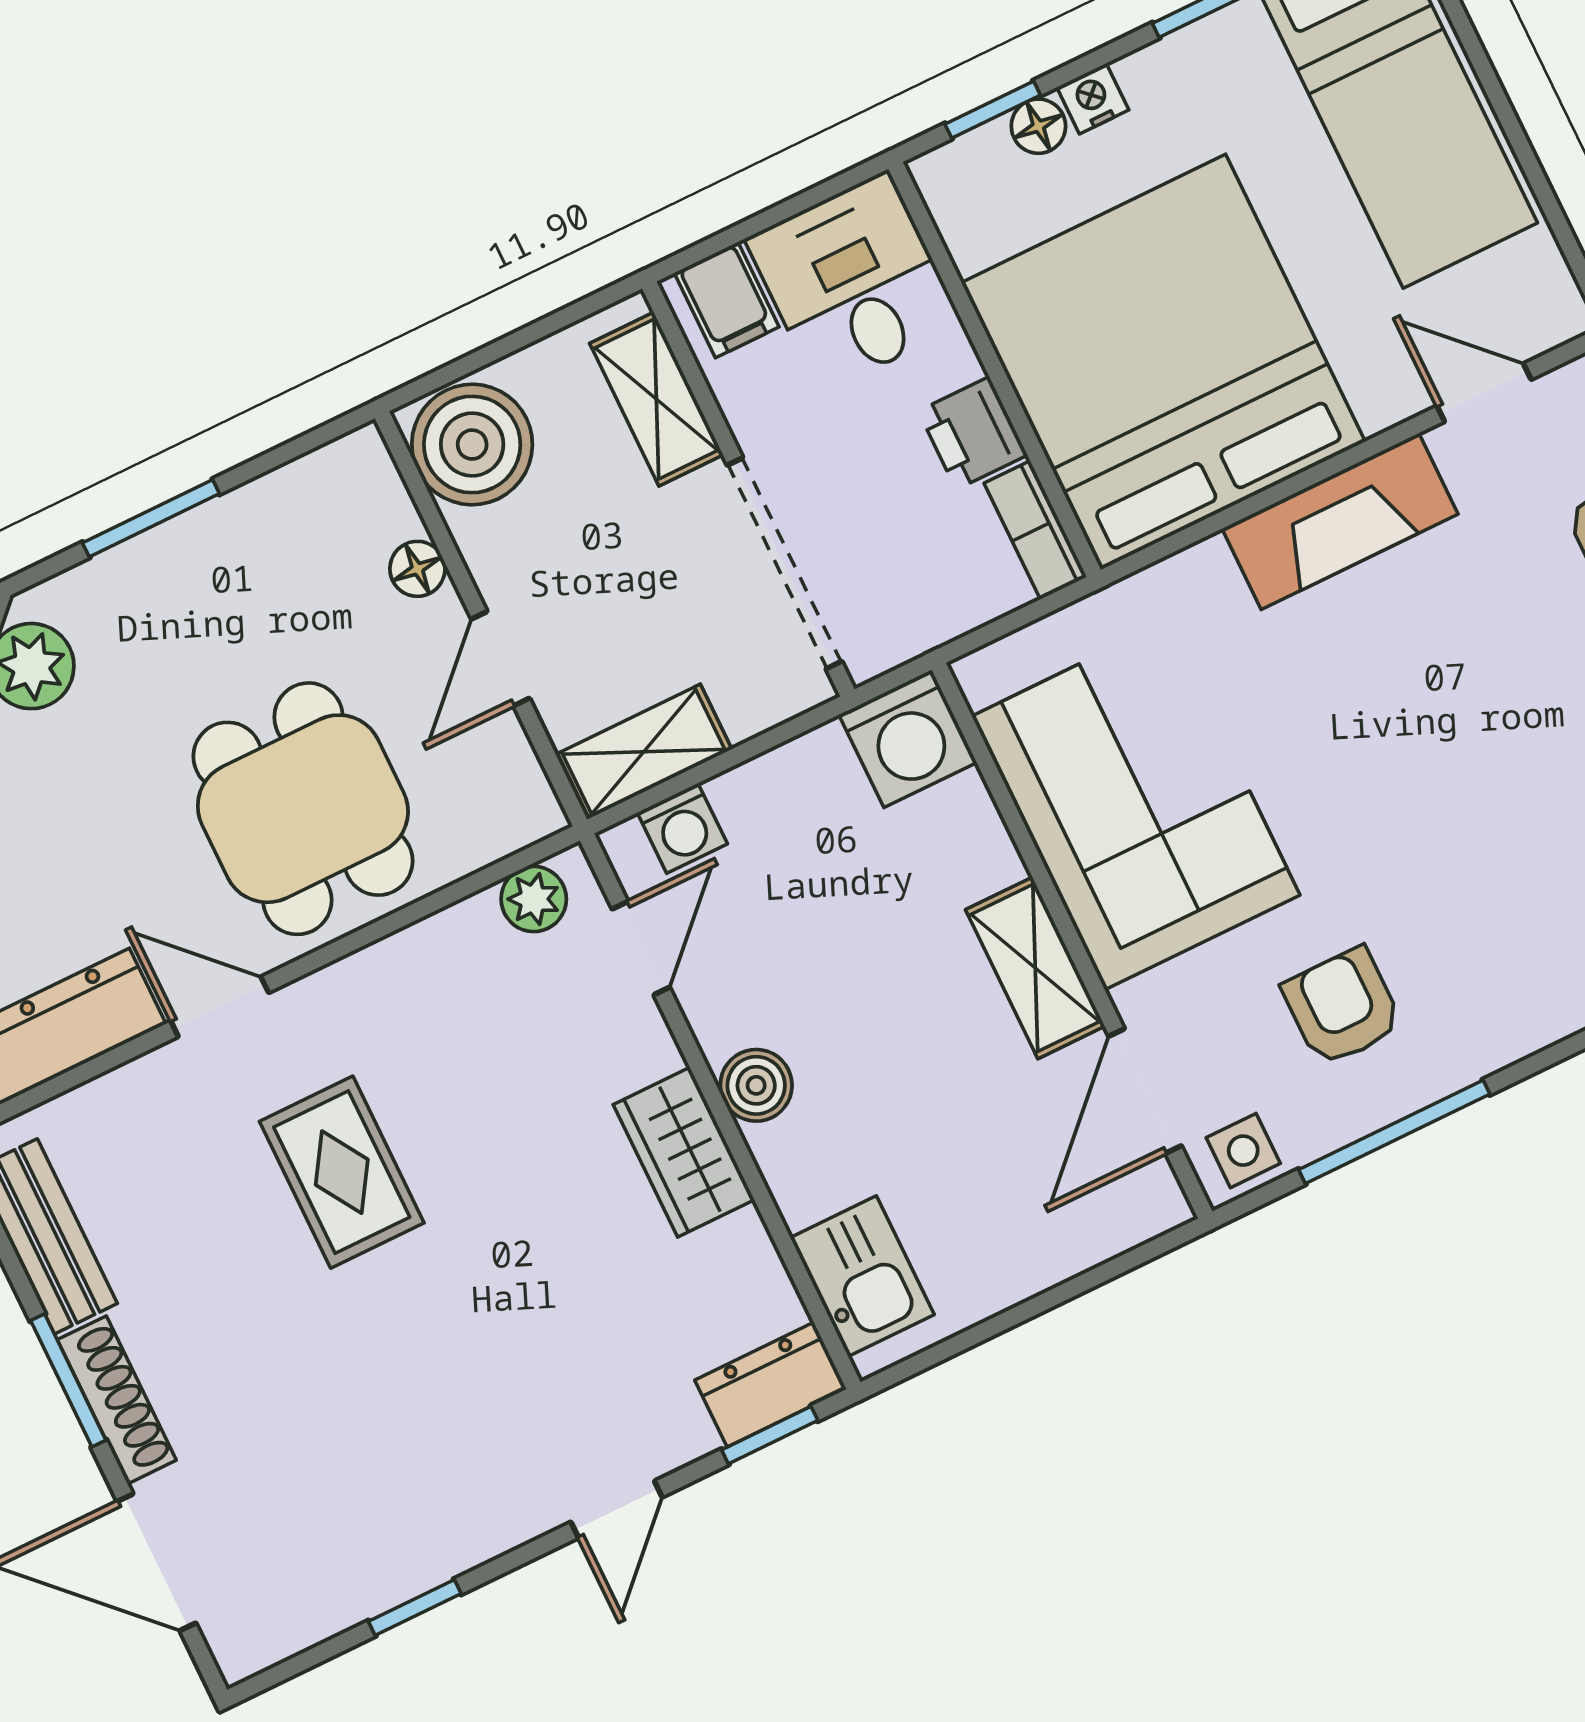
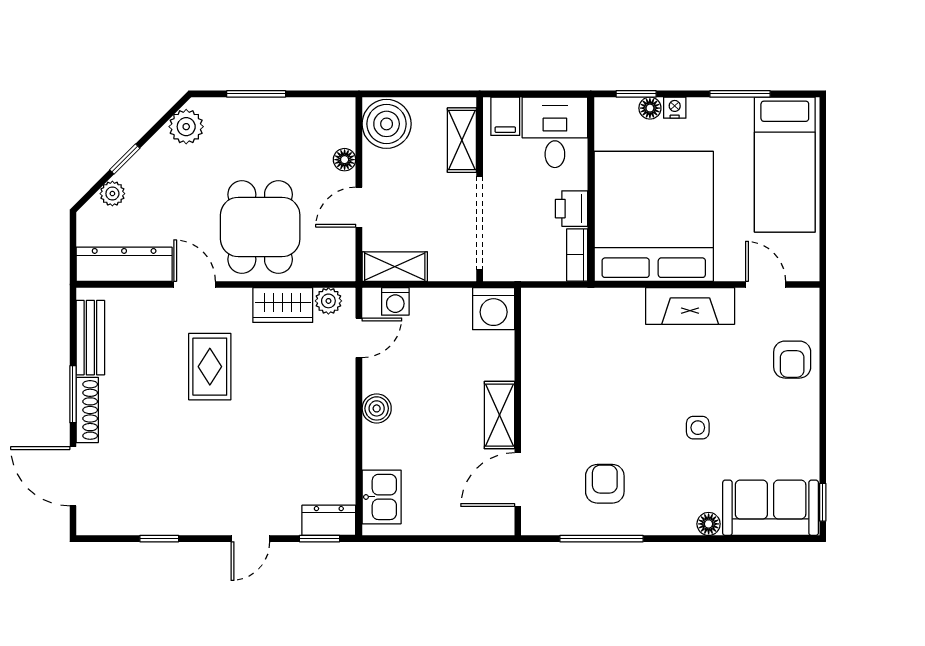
corner sofa: (1136, 806) -> (565, 374), removed
side table: (1243, 1151) -> (698, 428), moved
wardrobe: (684, 1152) -> (283, 305), moved, turned -90

